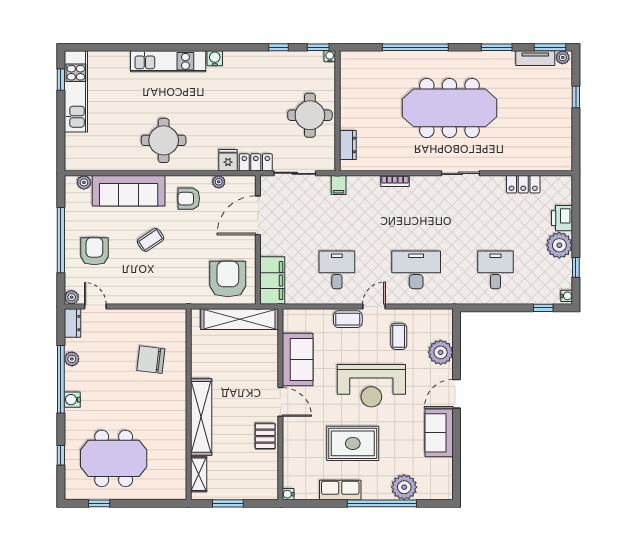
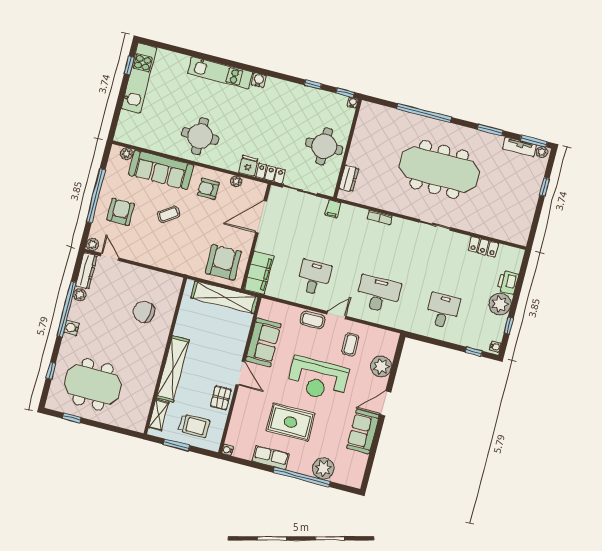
dresser: (73, 323) -> (86, 271), width x1.44
trolley: (242, 476) -> (194, 426), added

